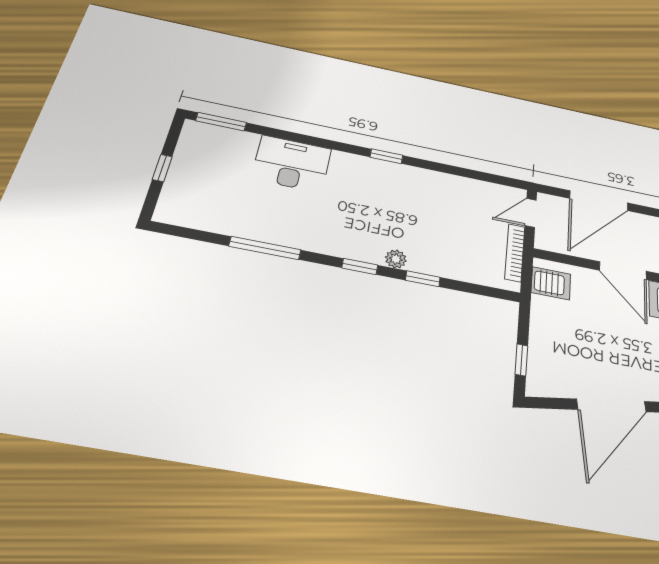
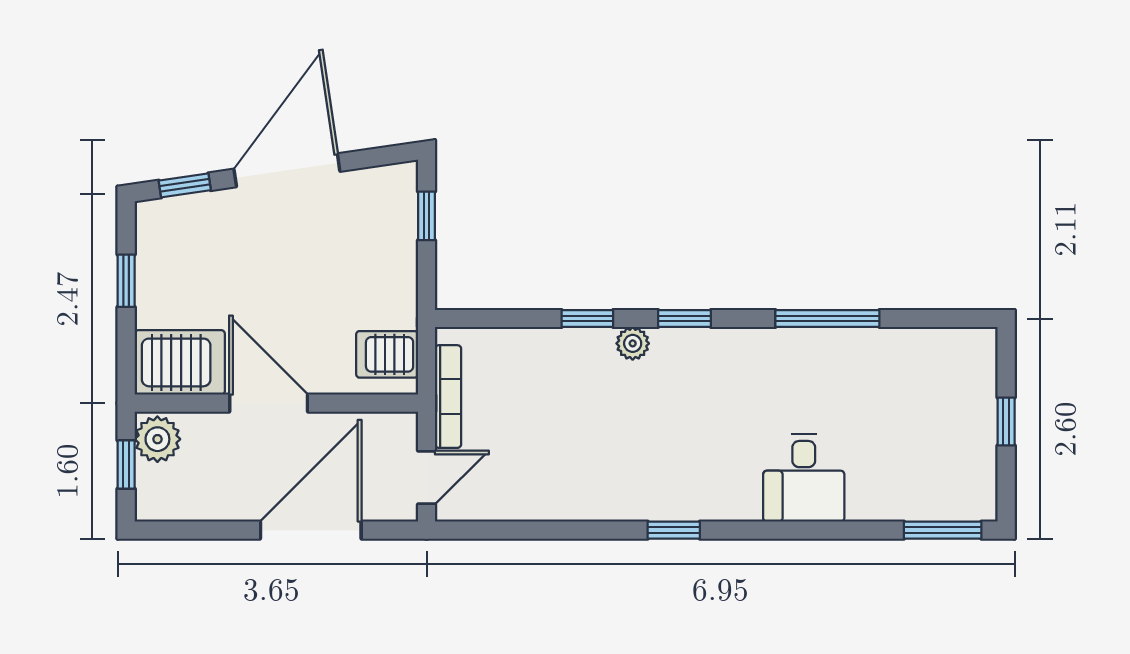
desk: (292, 164) -> (804, 478), width x0.73

